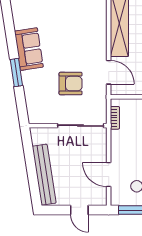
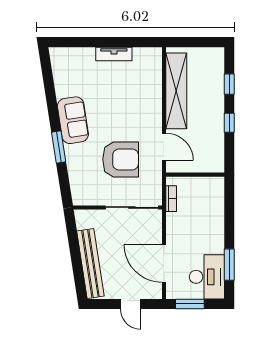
armchair: (71, 84) -> (121, 159), width x1.36, depth x1.36
door: (109, 175) -> (164, 264), width x1.36

